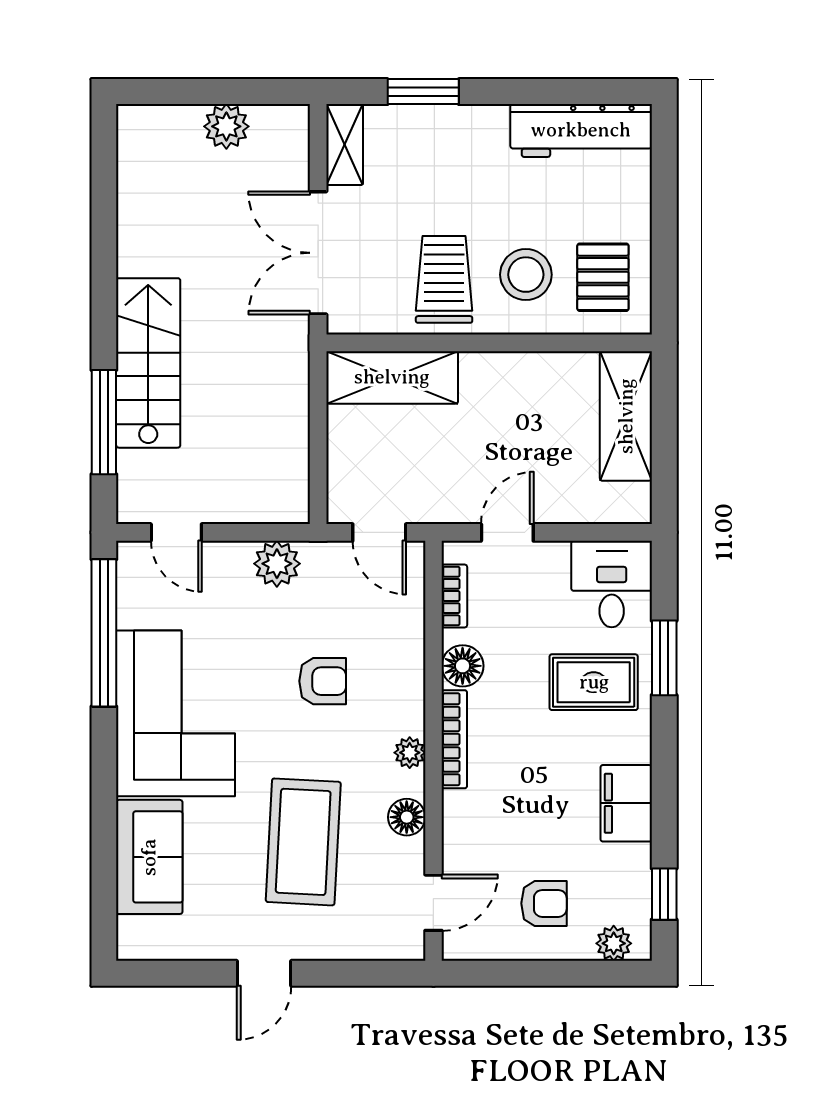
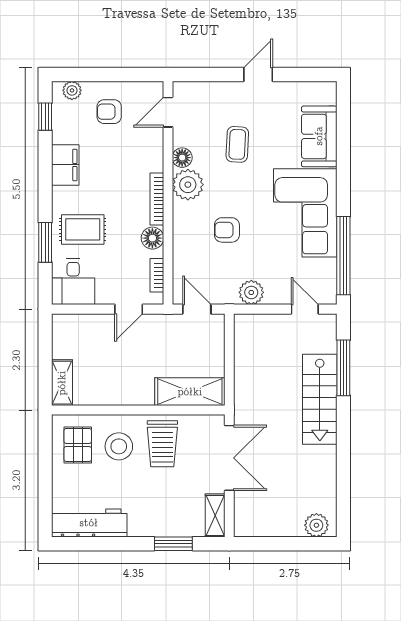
plant: (226, 126) -> (316, 525), moved
shelving: (626, 416) -> (62, 383), width x0.67, depth x0.75
plant: (410, 753) -> (188, 185), width x1.88, depth x1.88
coffee table: (303, 842) -> (237, 144), width x0.54, depth x0.58

